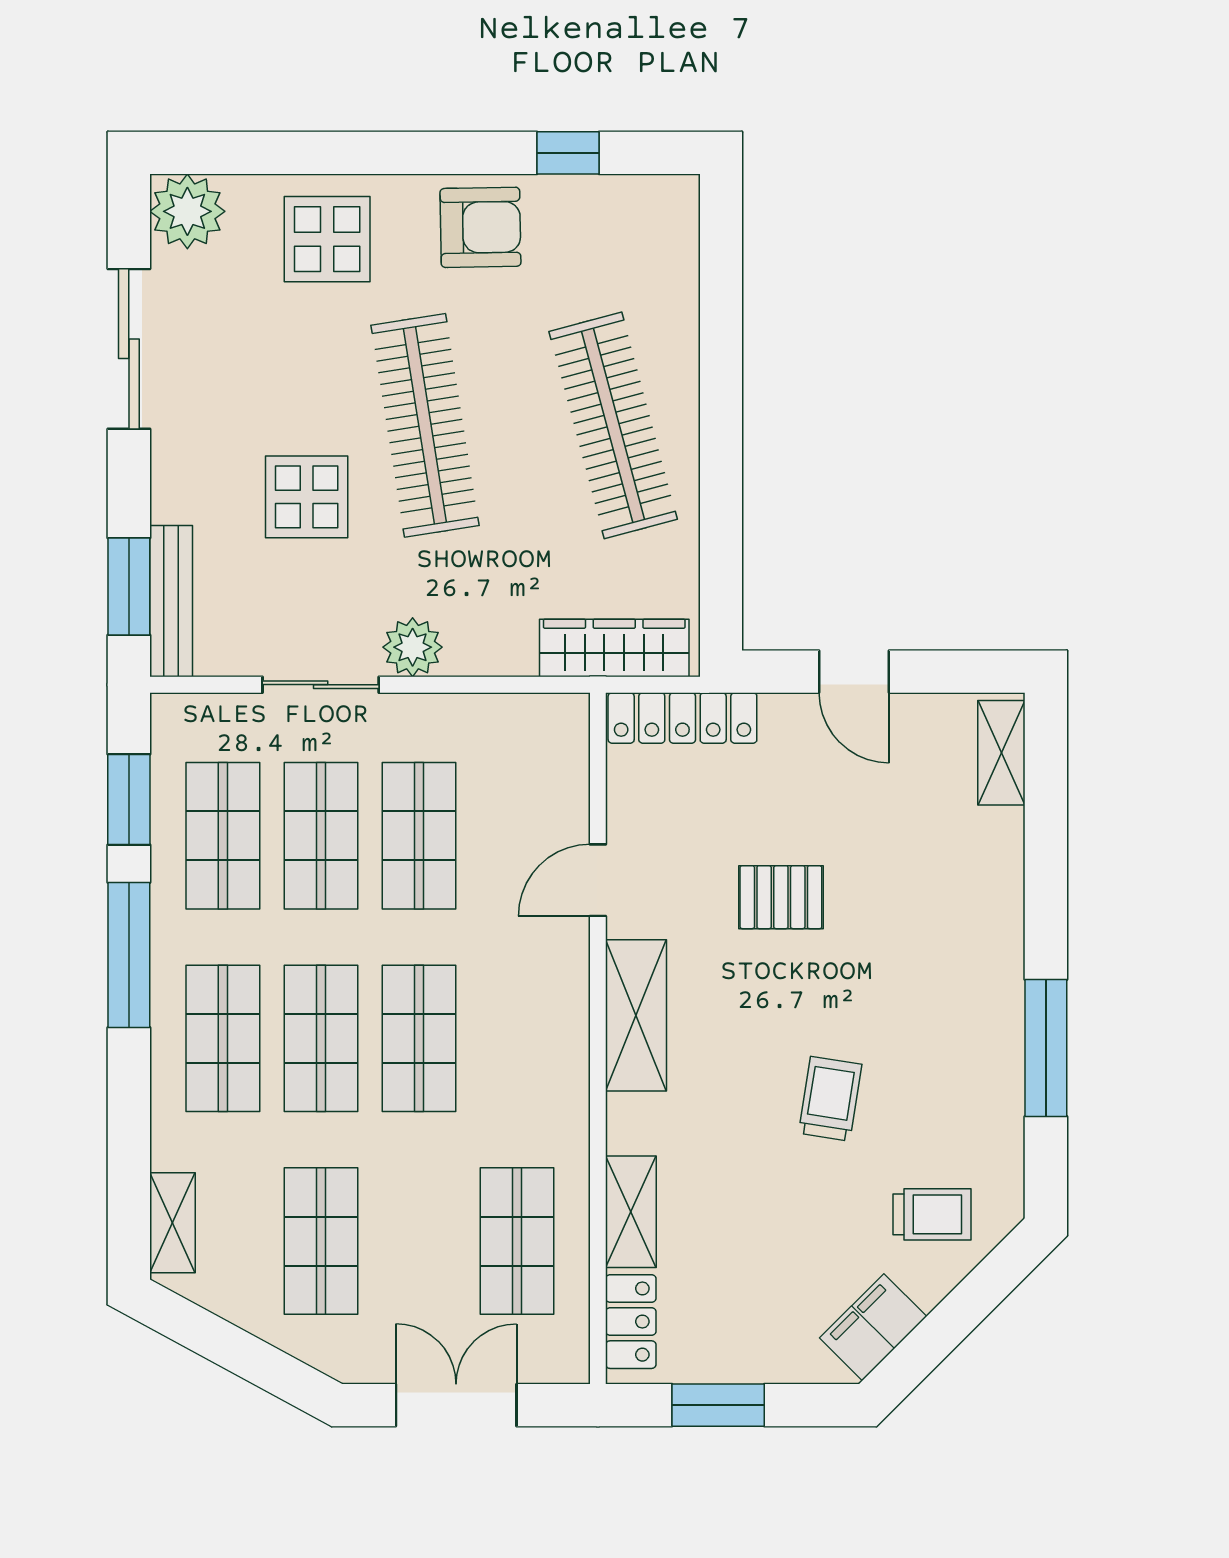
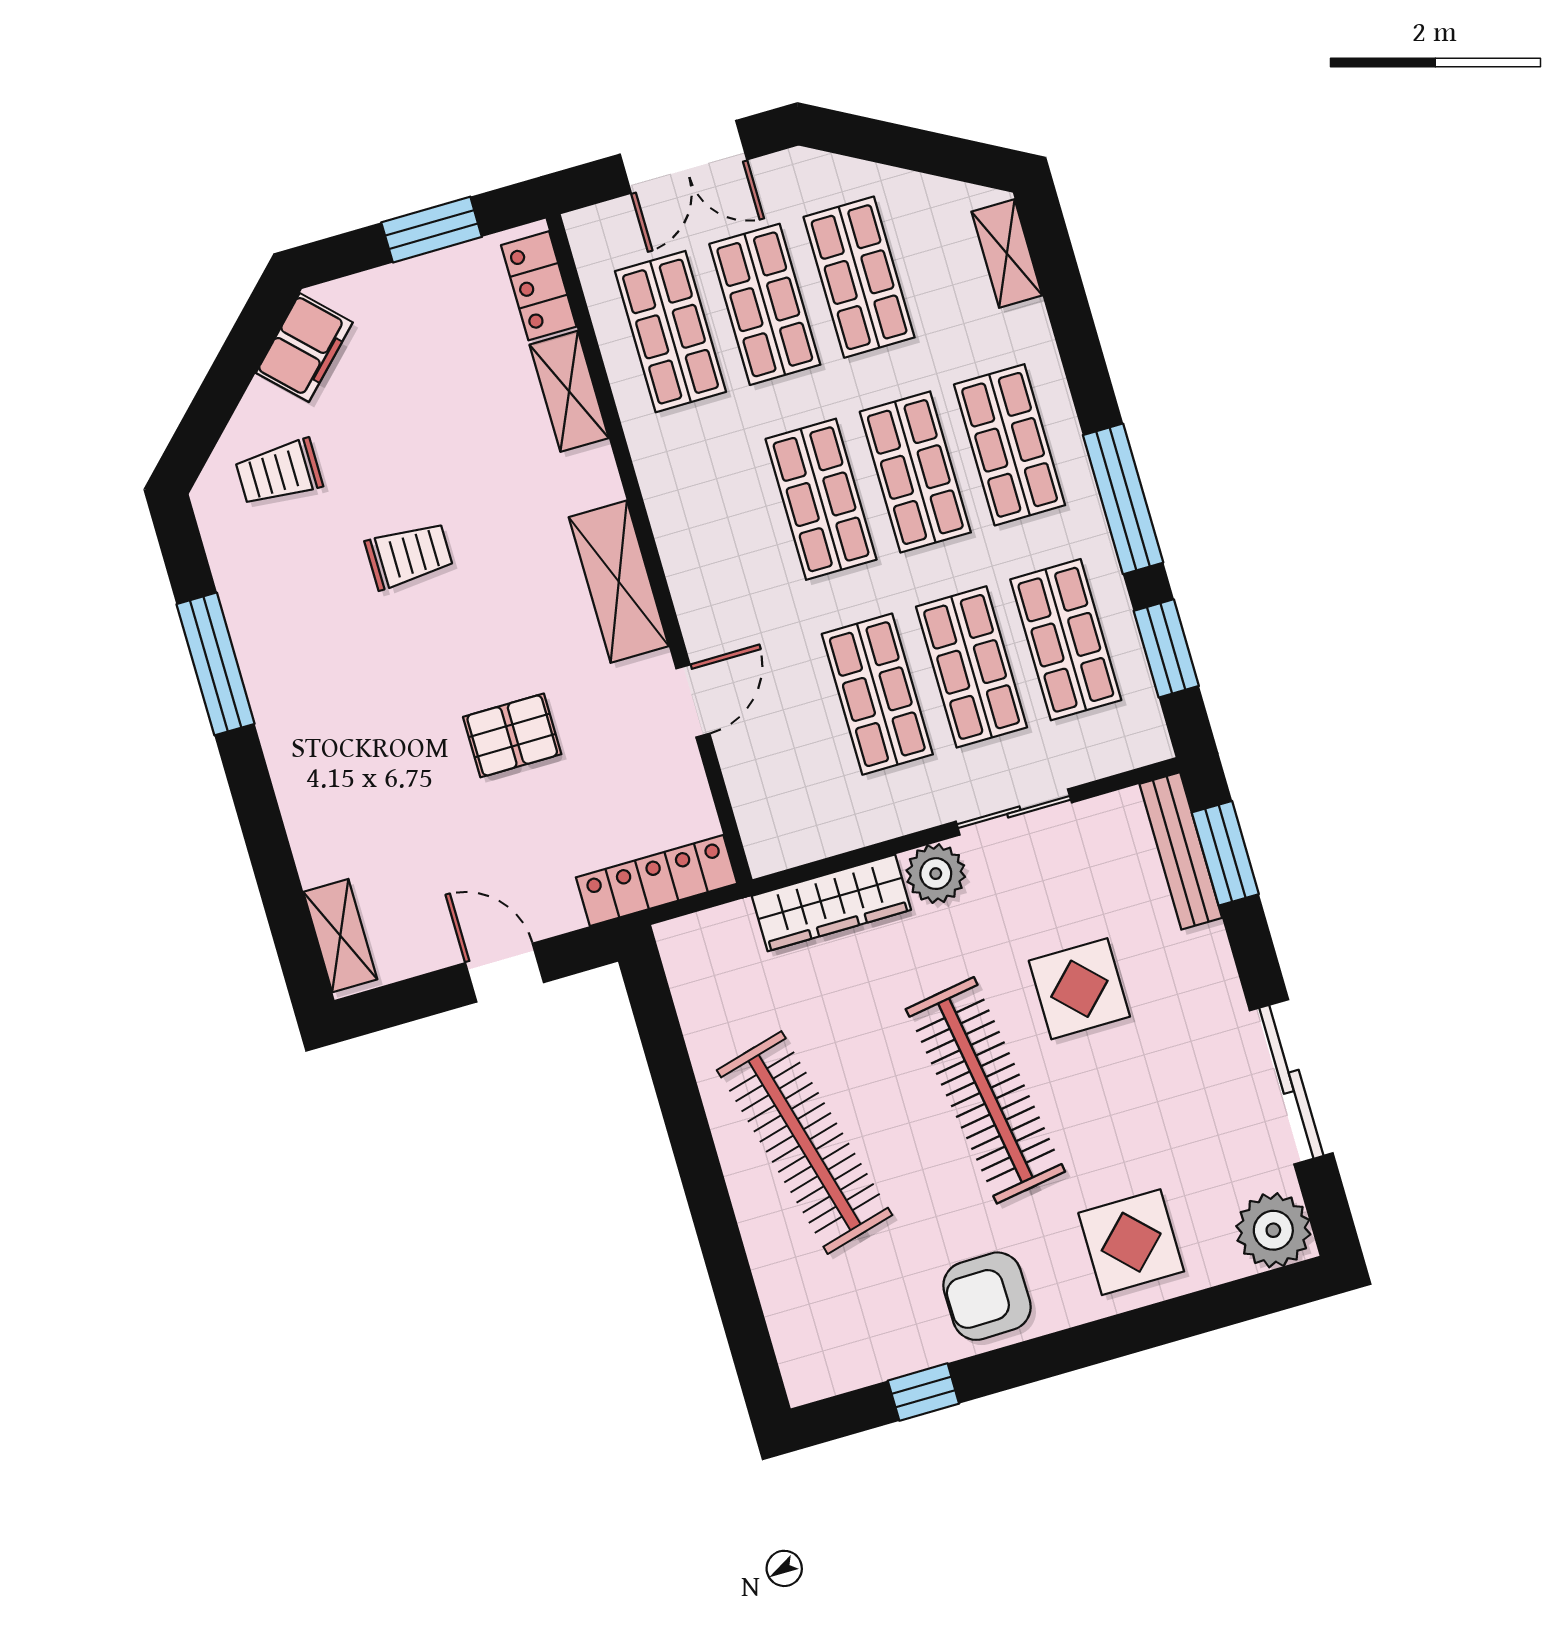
wardrobe: (614, 648) -> (831, 903), moved
trolley: (830, 1099) -> (409, 555), turned -99
shop shelf: (419, 1241) -> (765, 304), added

